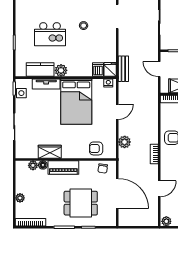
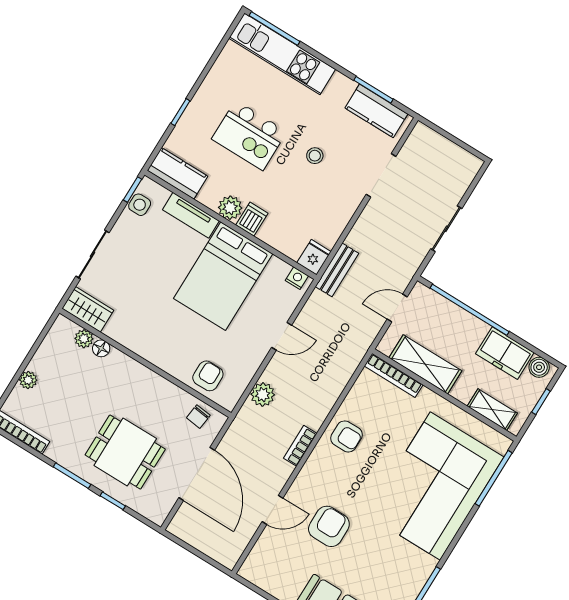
door: (159, 69) -> (397, 308), hinge flipped
kitchen counter: (40, 70) -> (178, 173), moved
dishwasher: (98, 70) -> (252, 219), moved
armchair: (96, 148) -> (208, 376), turned 90
wardrobe: (50, 152) -> (88, 309), moved
piano: (63, 167) -> (133, 374), removed
plant: (166, 221) -> (251, 572), removed

